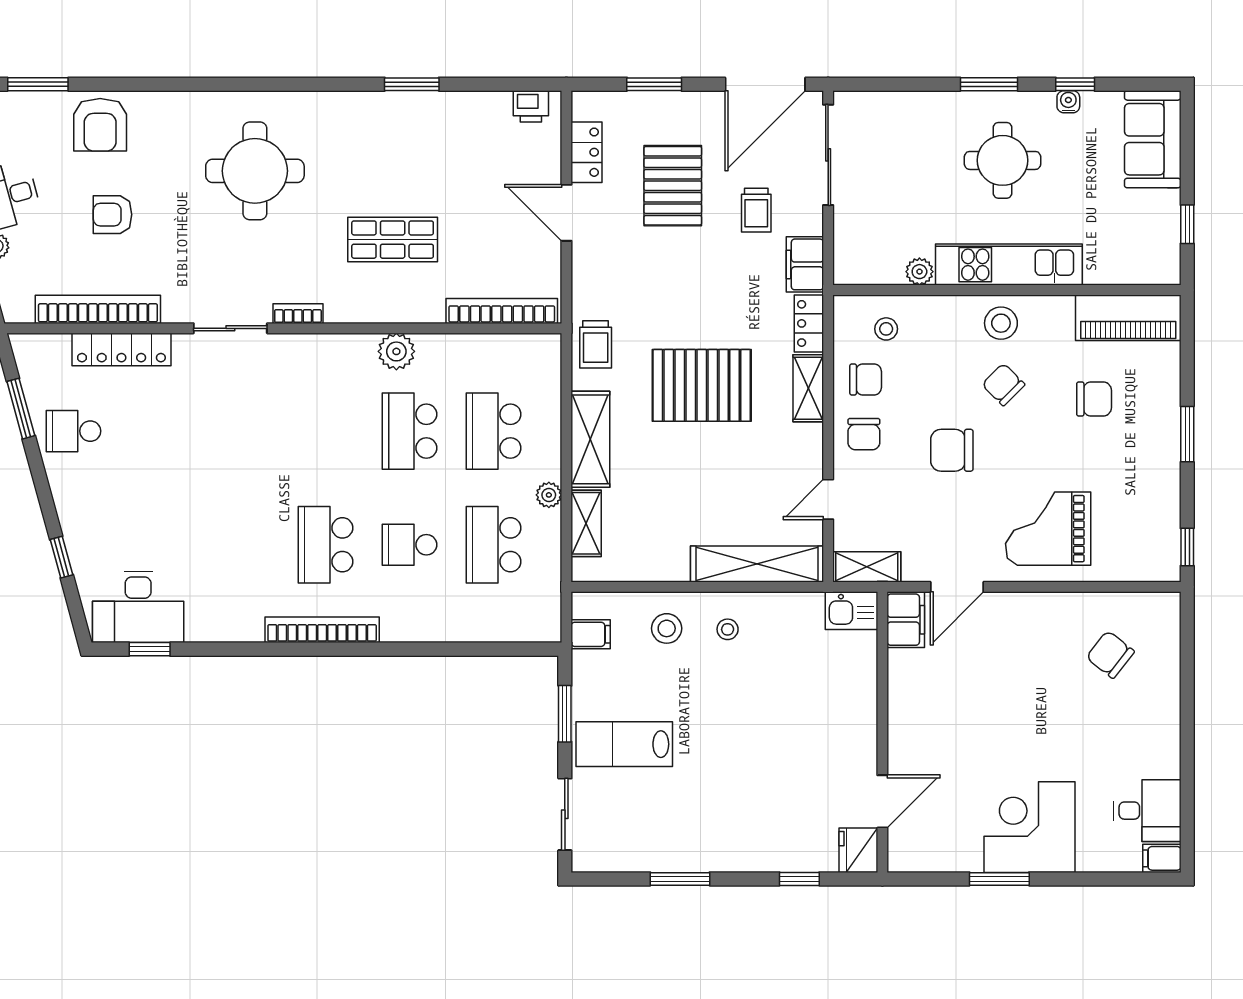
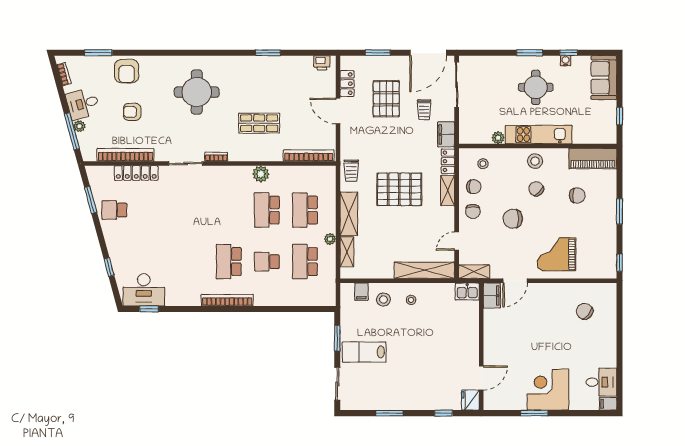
filing cabinet: (591, 634) -> (361, 292), moved, turned 90

